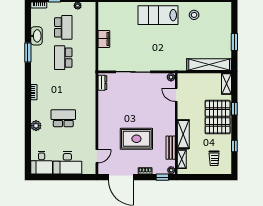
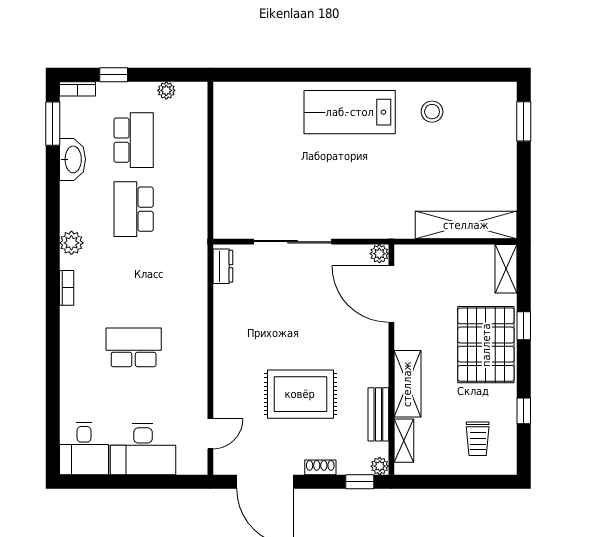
filing cabinet: (104, 39) -> (226, 167), removed
window: (234, 42) -> (524, 121), moved
window: (28, 53) -> (53, 124), moved
door: (176, 95) -> (391, 294), width x1.87
plant: (36, 126) -> (71, 243), moved

